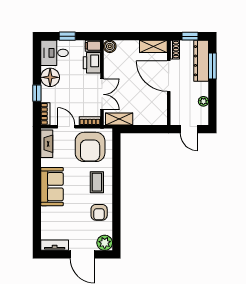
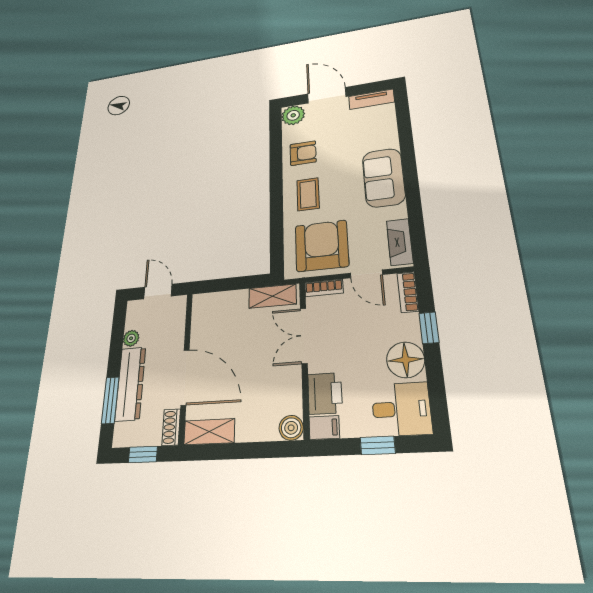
dresser: (201, 61) -> (130, 384), moved
armchair: (99, 212) -> (303, 153), turned 90

